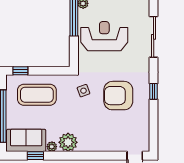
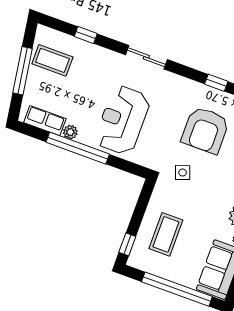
sliding door: (154, 37) -> (146, 57), width x0.73
coffee table: (37, 95) -> (166, 234), width x0.73, depth x0.76

